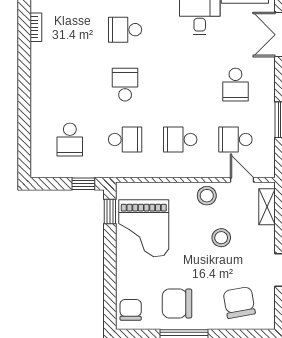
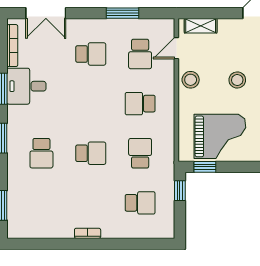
bookcase: (36, 27) -> (88, 233), moved
school desk: (125, 85) -> (91, 153), turned 180
school desk: (180, 139) -> (140, 104), turned 90
stool: (221, 238) -> (237, 80), moved

